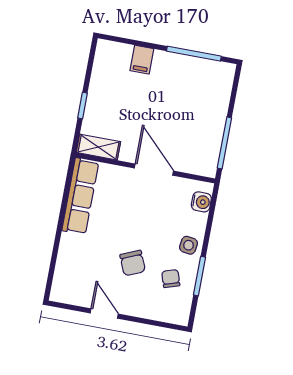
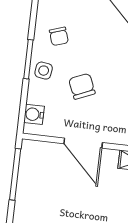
chair: (133, 263) -> (82, 86), moved
window: (200, 276) -> (28, 59), moved

